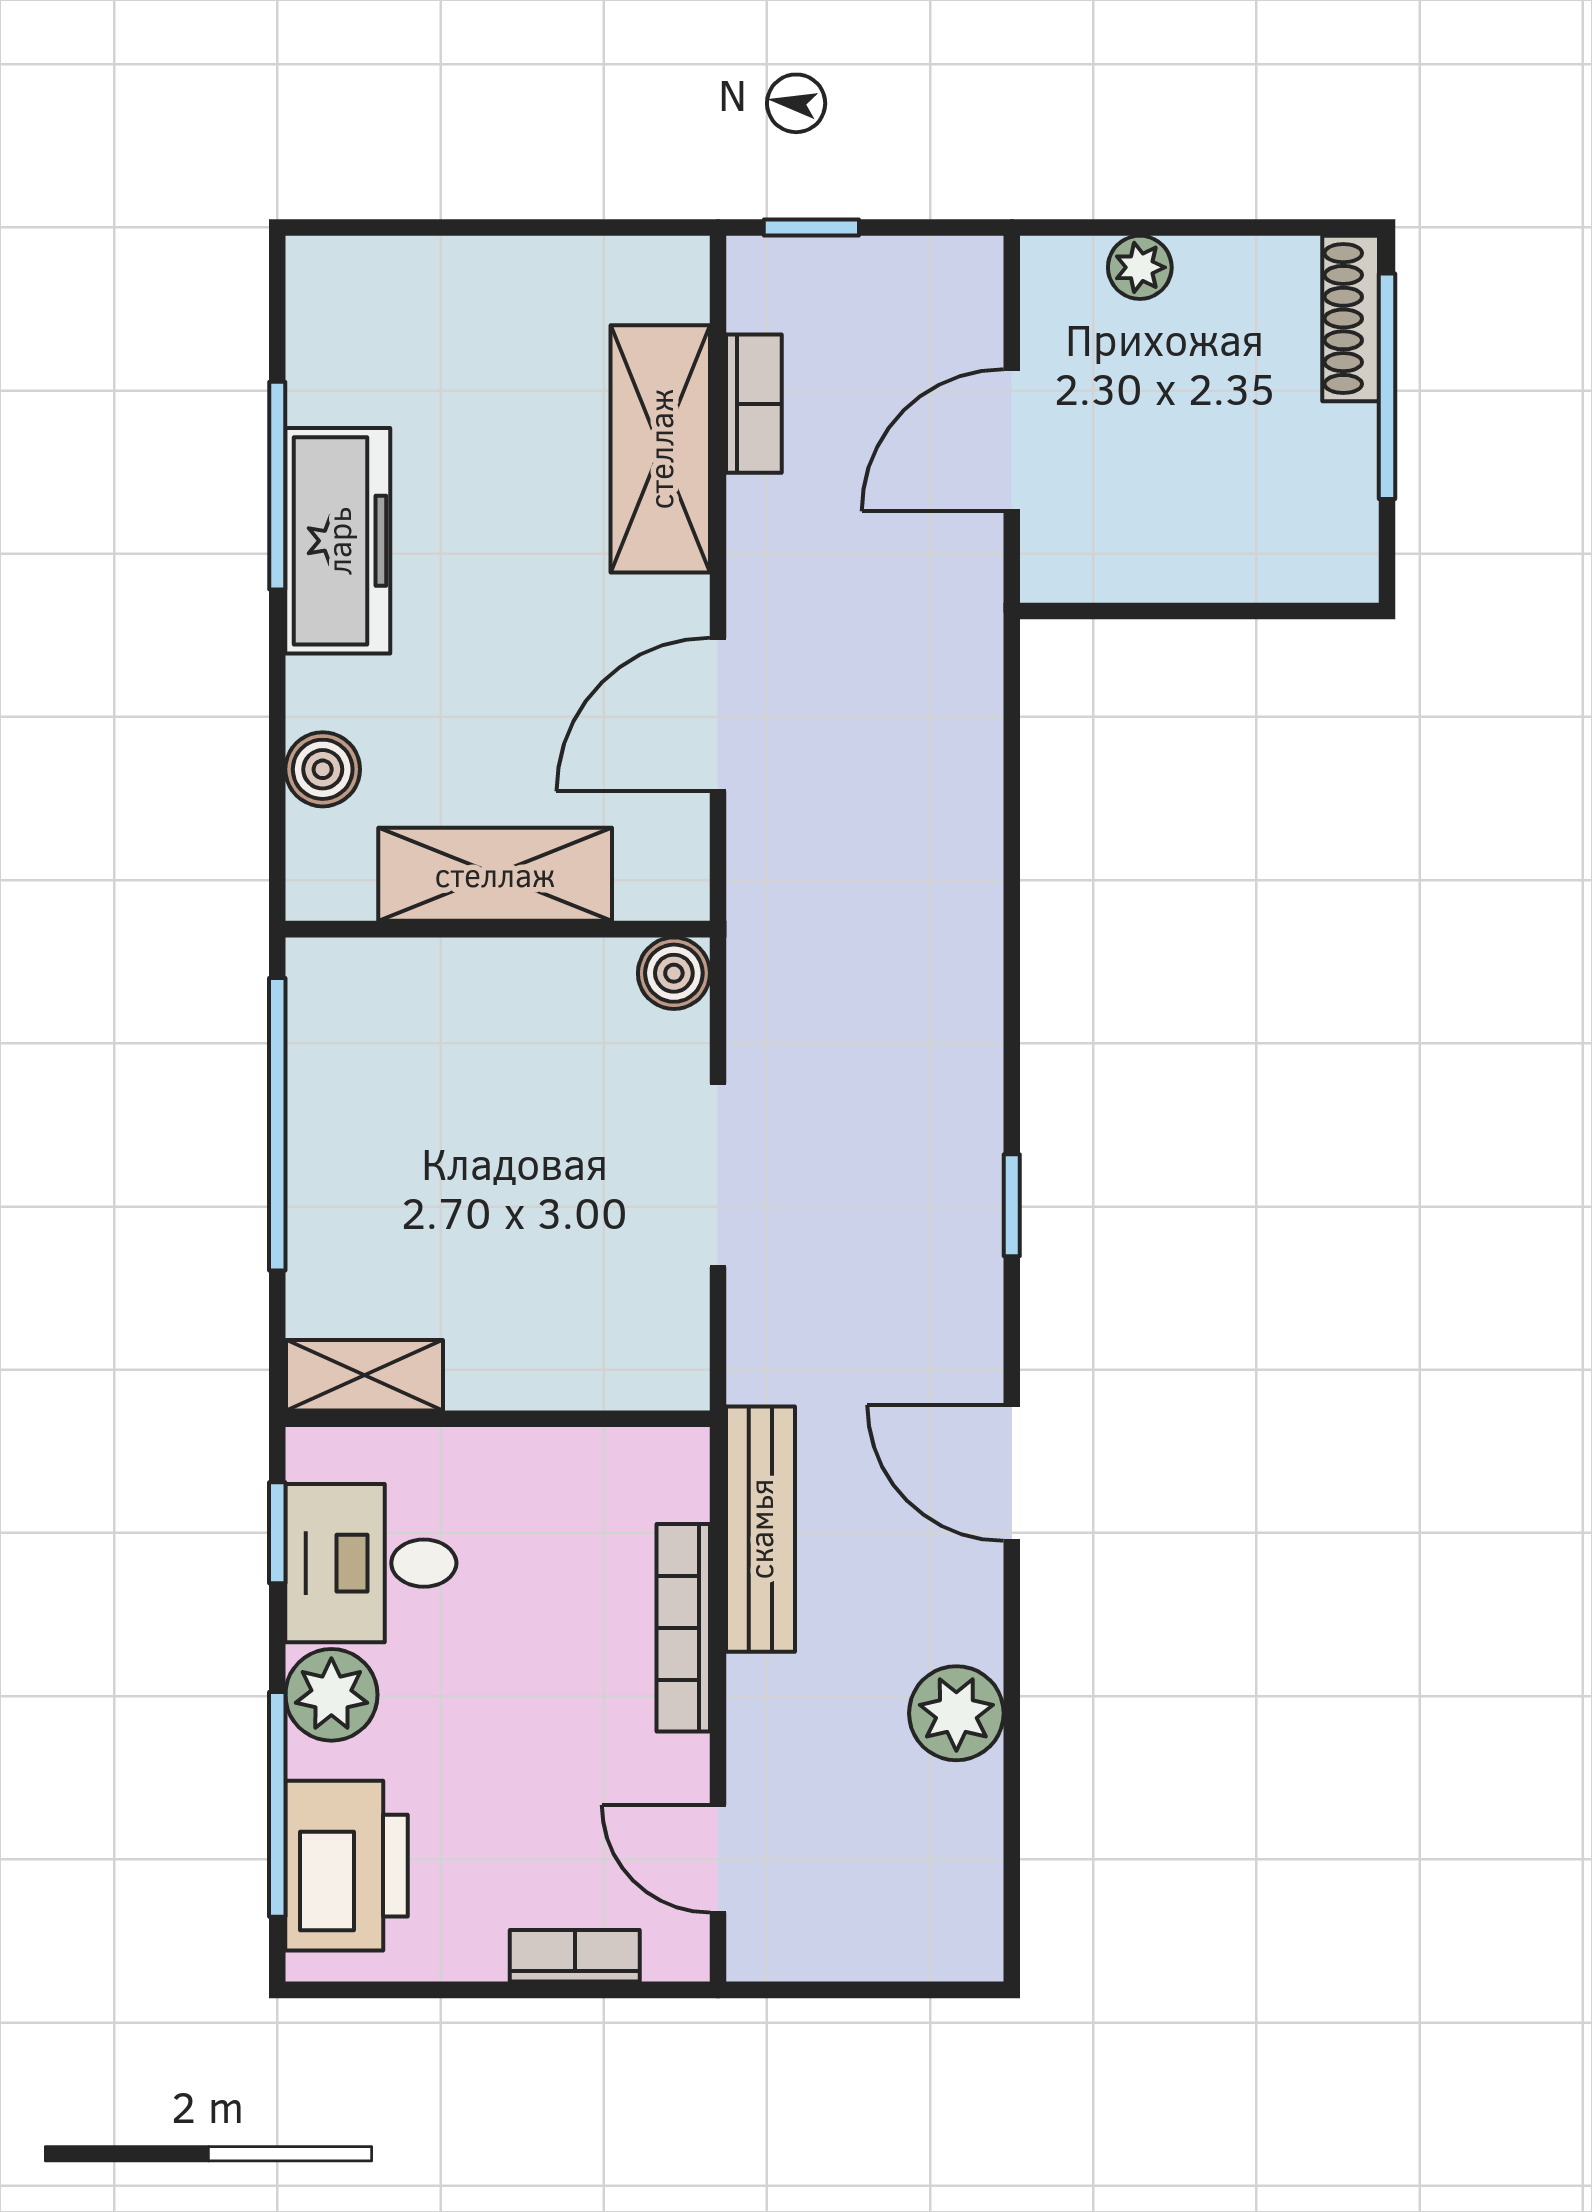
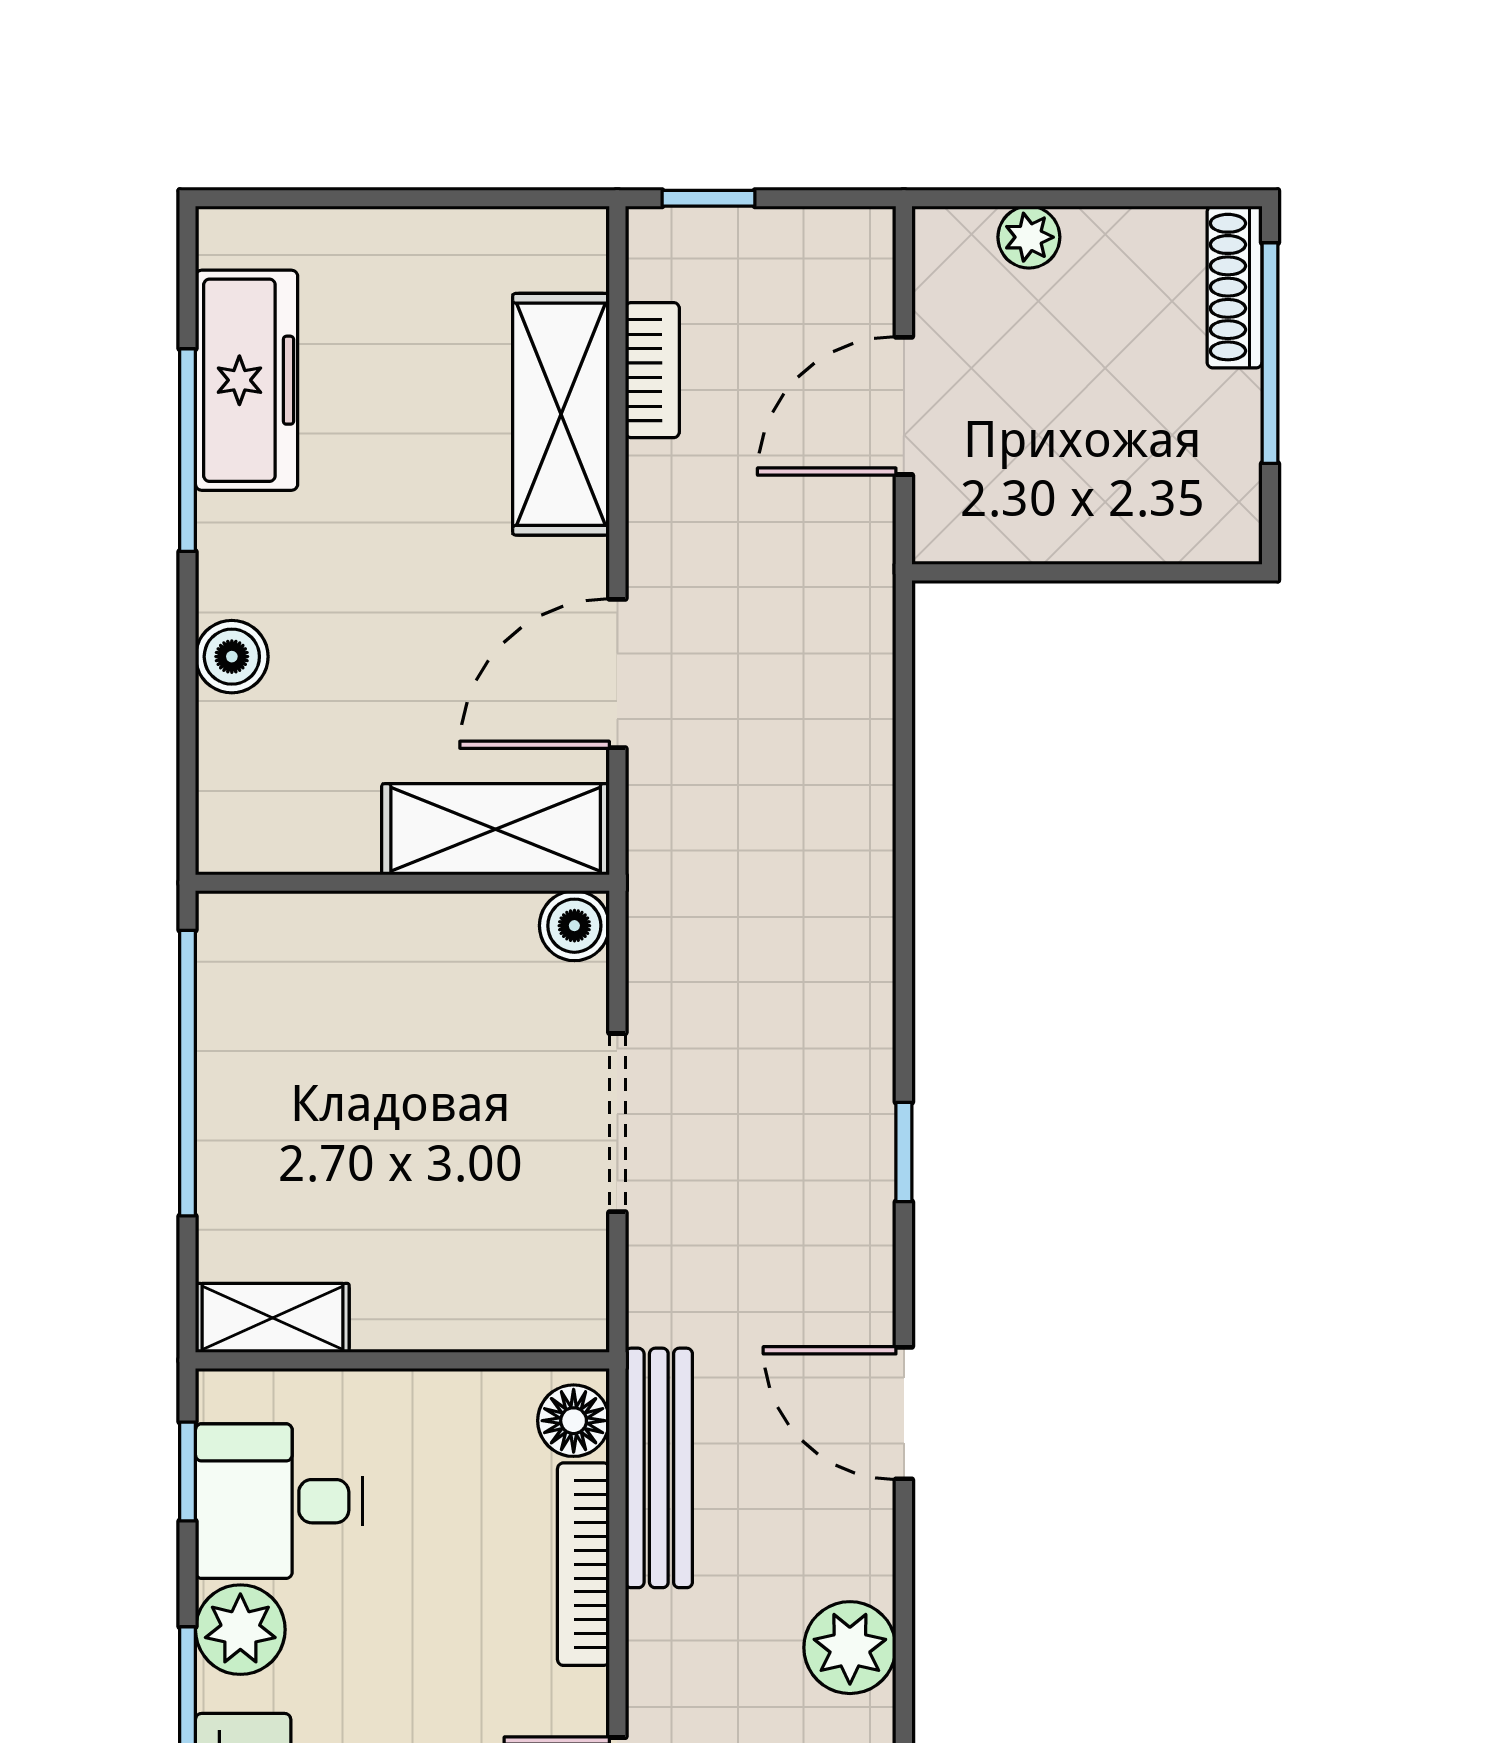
freezer: (338, 541) -> (247, 380), moved
boiler: (323, 769) -> (232, 657), moved
shelving: (495, 874) -> (496, 829), moved
floor lamp: (673, 1481) -> (574, 1421), added

